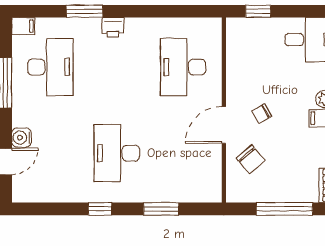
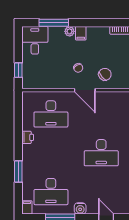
printer: (113, 27) -> (28, 137), moved
desk: (50, 67) -> (51, 192), turned 180
water cooler: (22, 138) -> (80, 208), moved

